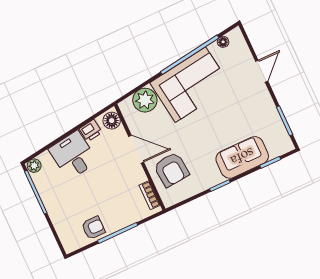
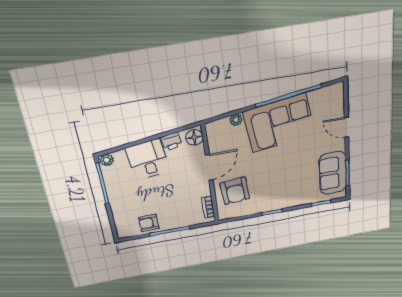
floor lamp: (223, 42) -> (324, 92), removed
door: (262, 71) -> (347, 127), swing flipped
plant: (145, 100) -> (236, 120), width x0.53, depth x0.53
door: (136, 149) -> (209, 167), hinge flipped
sofa: (242, 157) -> (333, 173), moved, turned -90
armchair: (93, 228) -> (149, 223), turned 180

